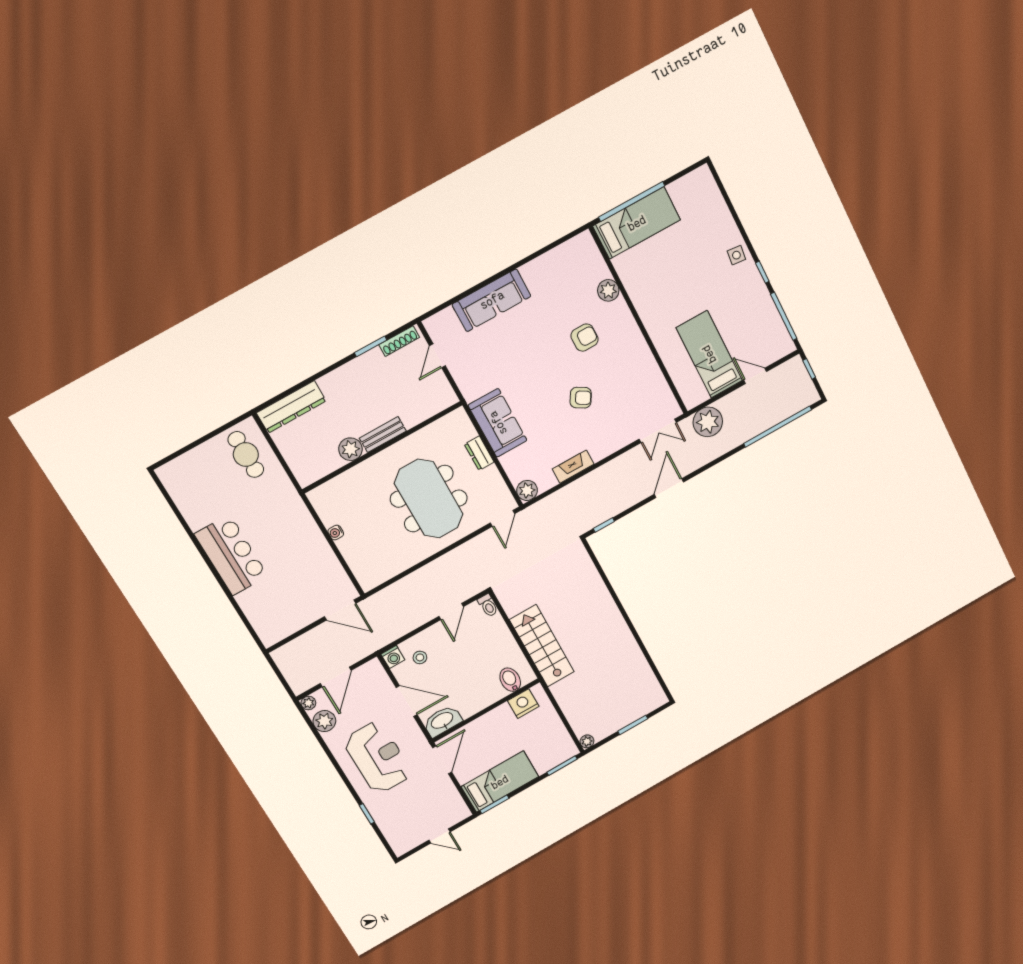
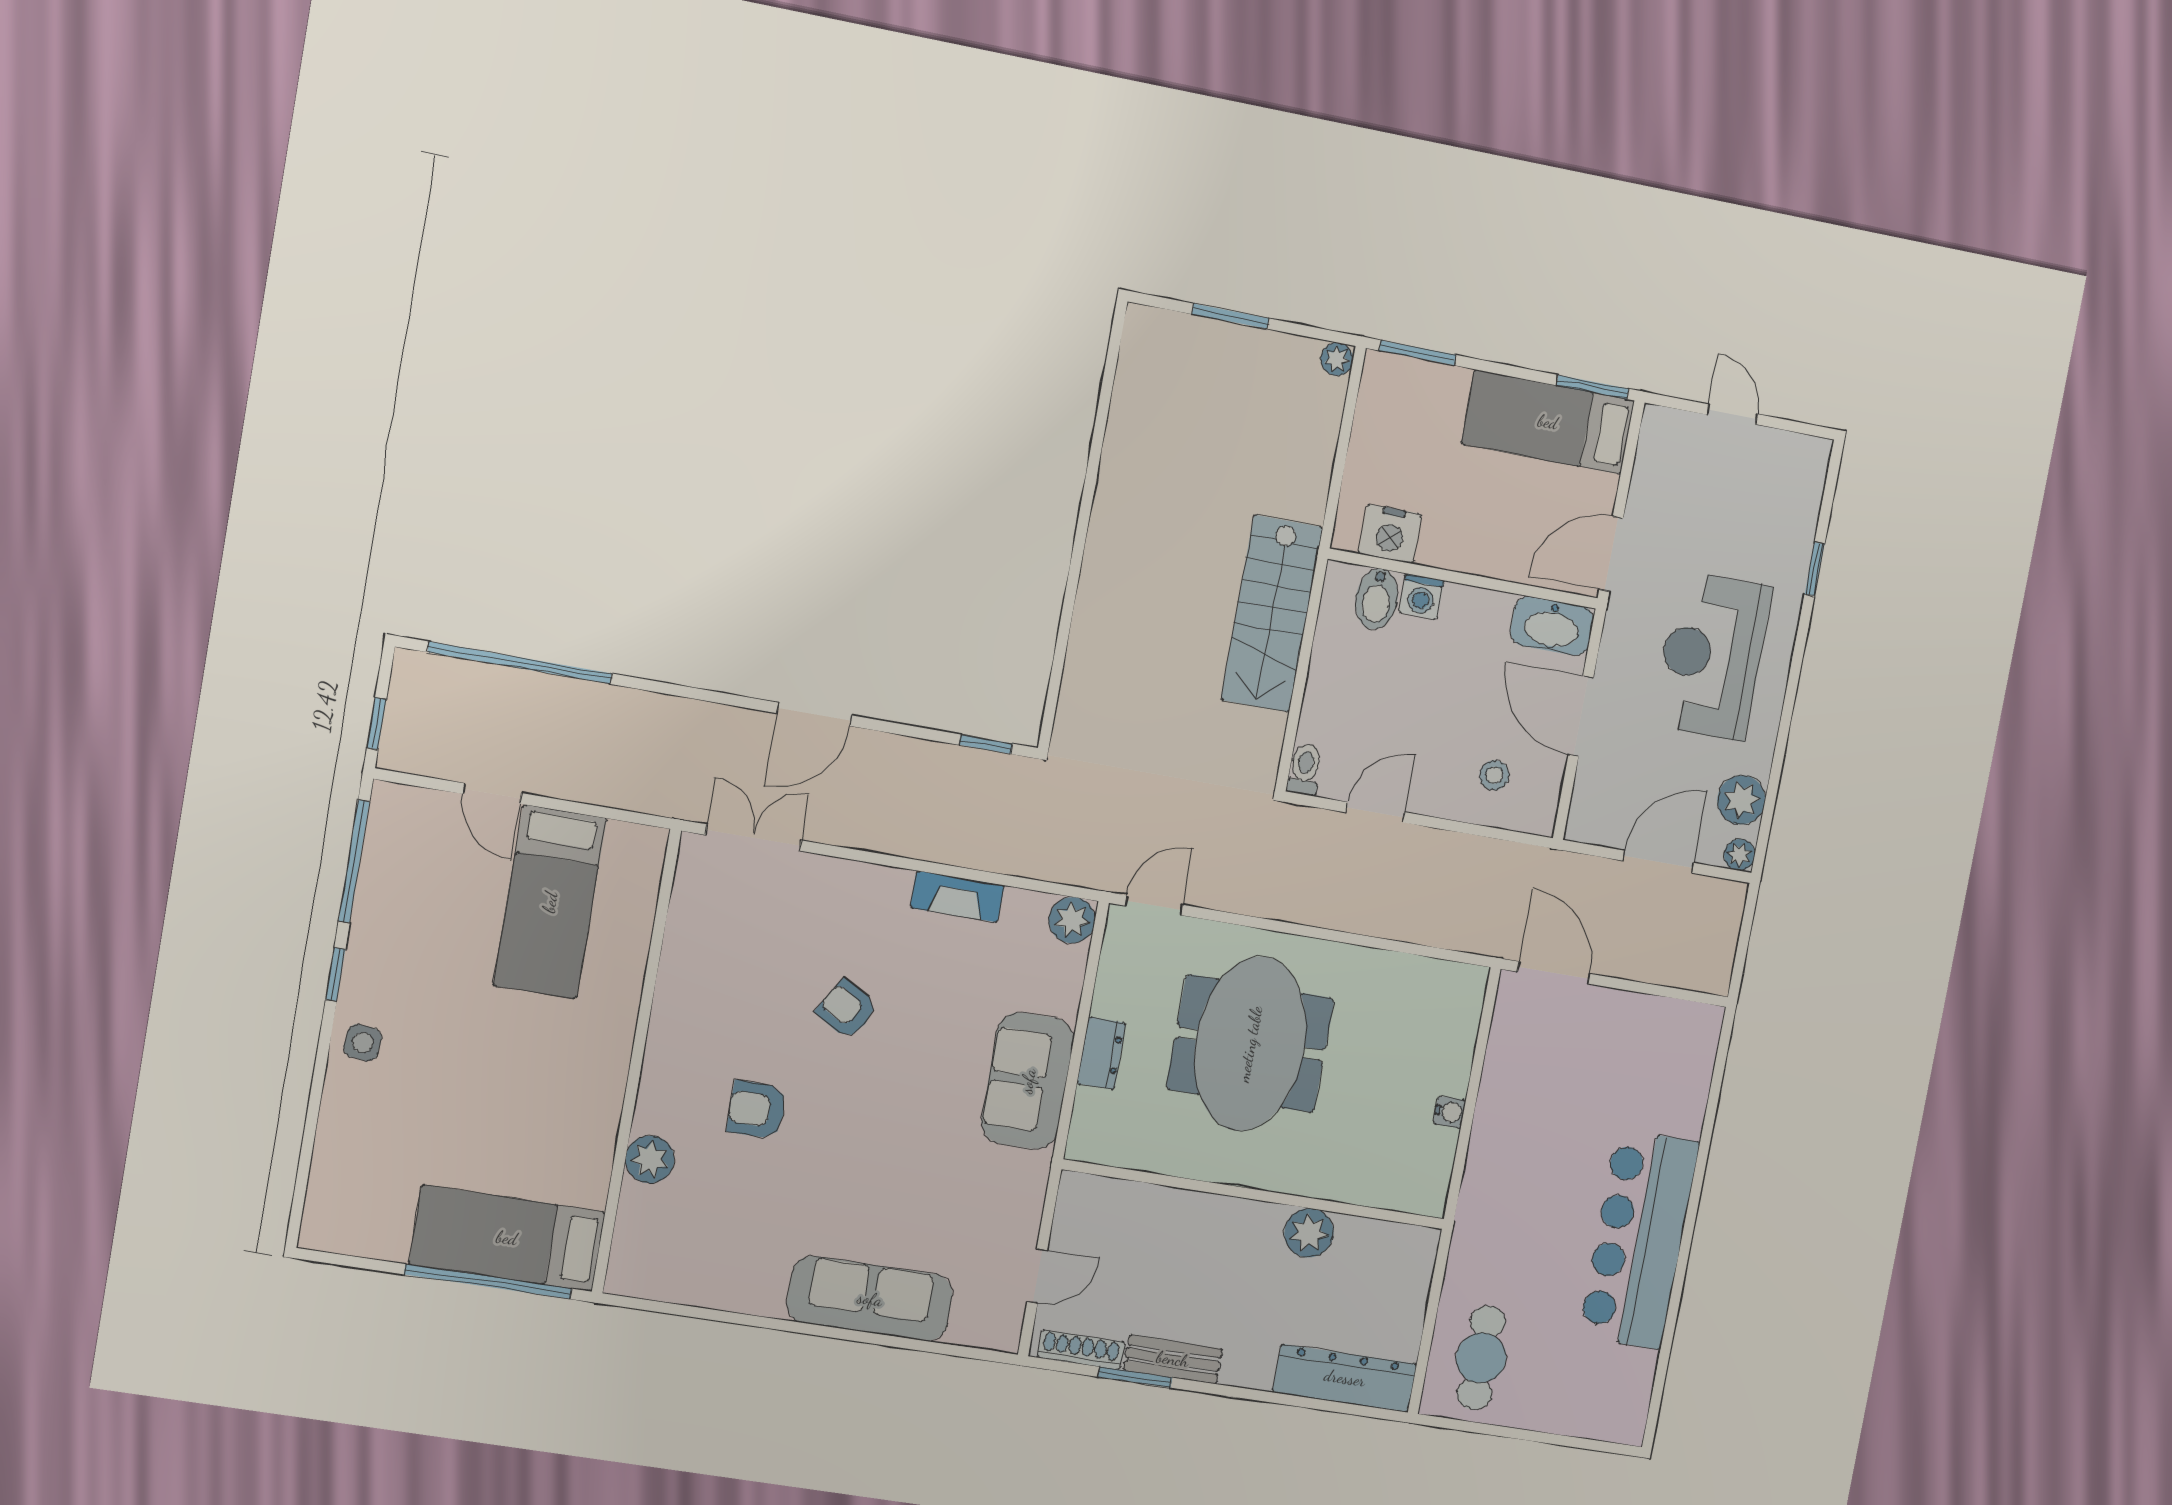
plant: (708, 422) -> (647, 779), removed
bench: (383, 435) -> (1173, 1359), moved
bar counter: (231, 555) -> (1639, 1240), width x1.36
washing machine: (393, 657) -> (1421, 596), moved, turned 180

